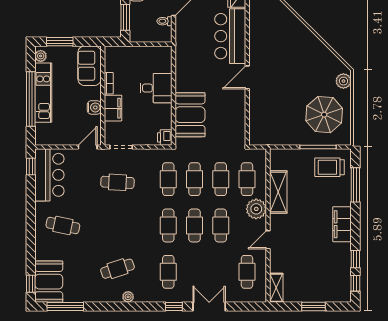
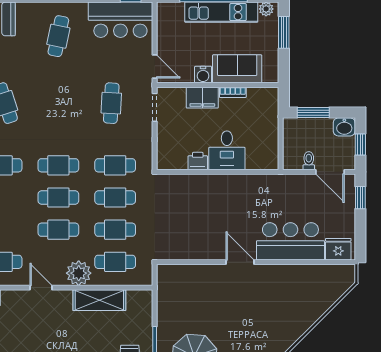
sofa: (89, 66) -> (237, 69), moved
booth: (190, 115) -> (194, 192), removed
printer: (165, 137) -> (198, 161), moved

